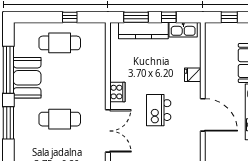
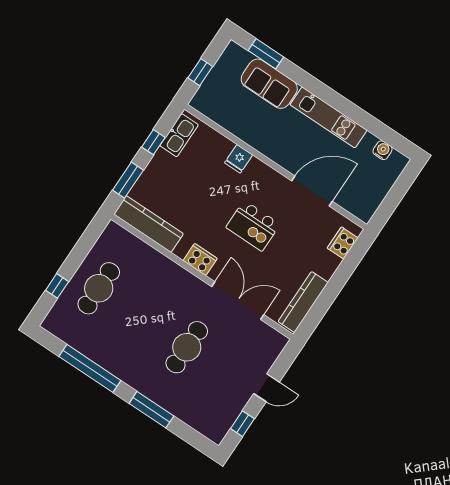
window: (70, 17) -> (57, 286), moved
kitchen counter: (143, 31) -> (149, 224), moved, turned -90
booth: (27, 78) -> (114, 353), removed
door: (203, 115) -> (312, 191), moved

